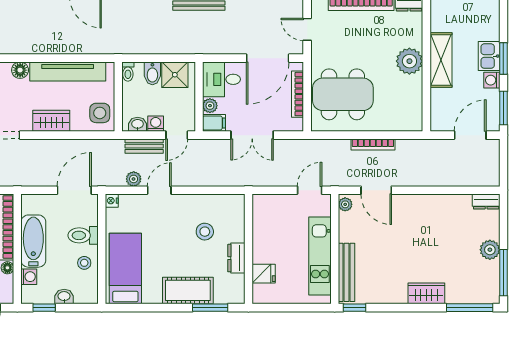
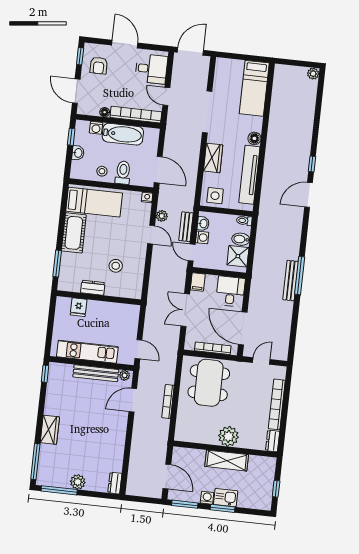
plant: (210, 106) -> (211, 280), removed
bench: (347, 272) -> (96, 373), moved
cot: (188, 290) -> (74, 233), moved

